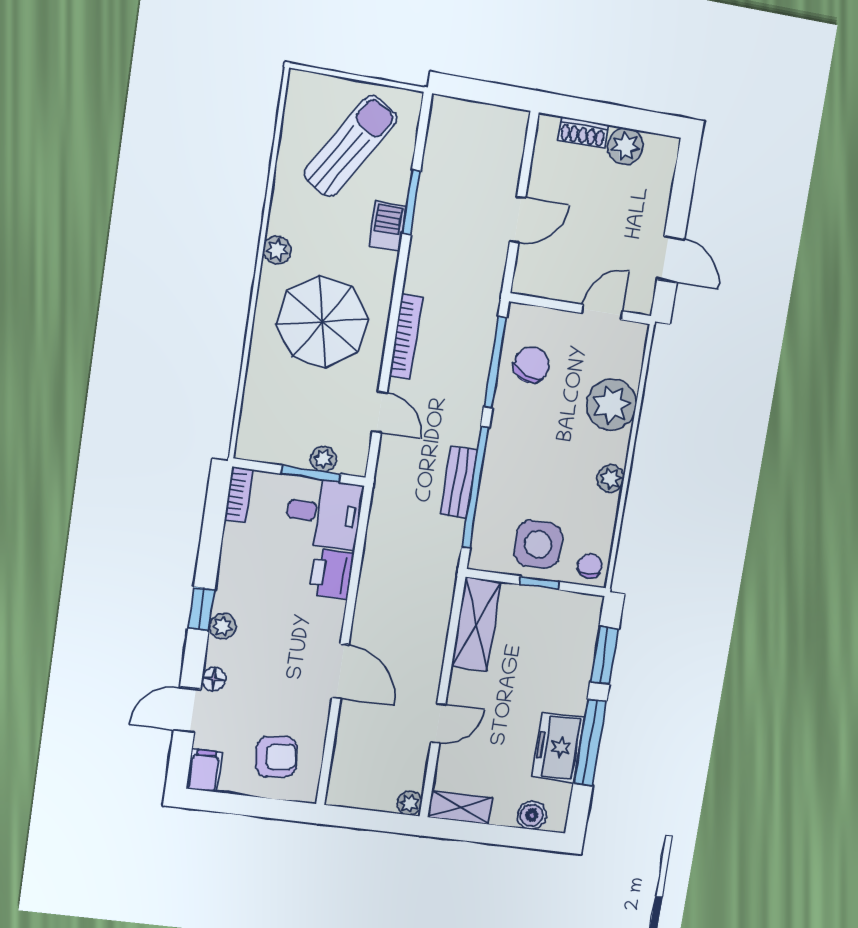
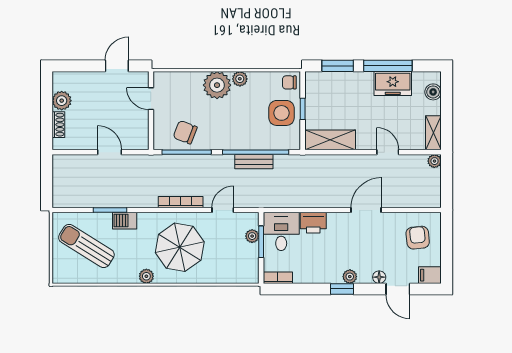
plant: (611, 405) -> (217, 85), moved

